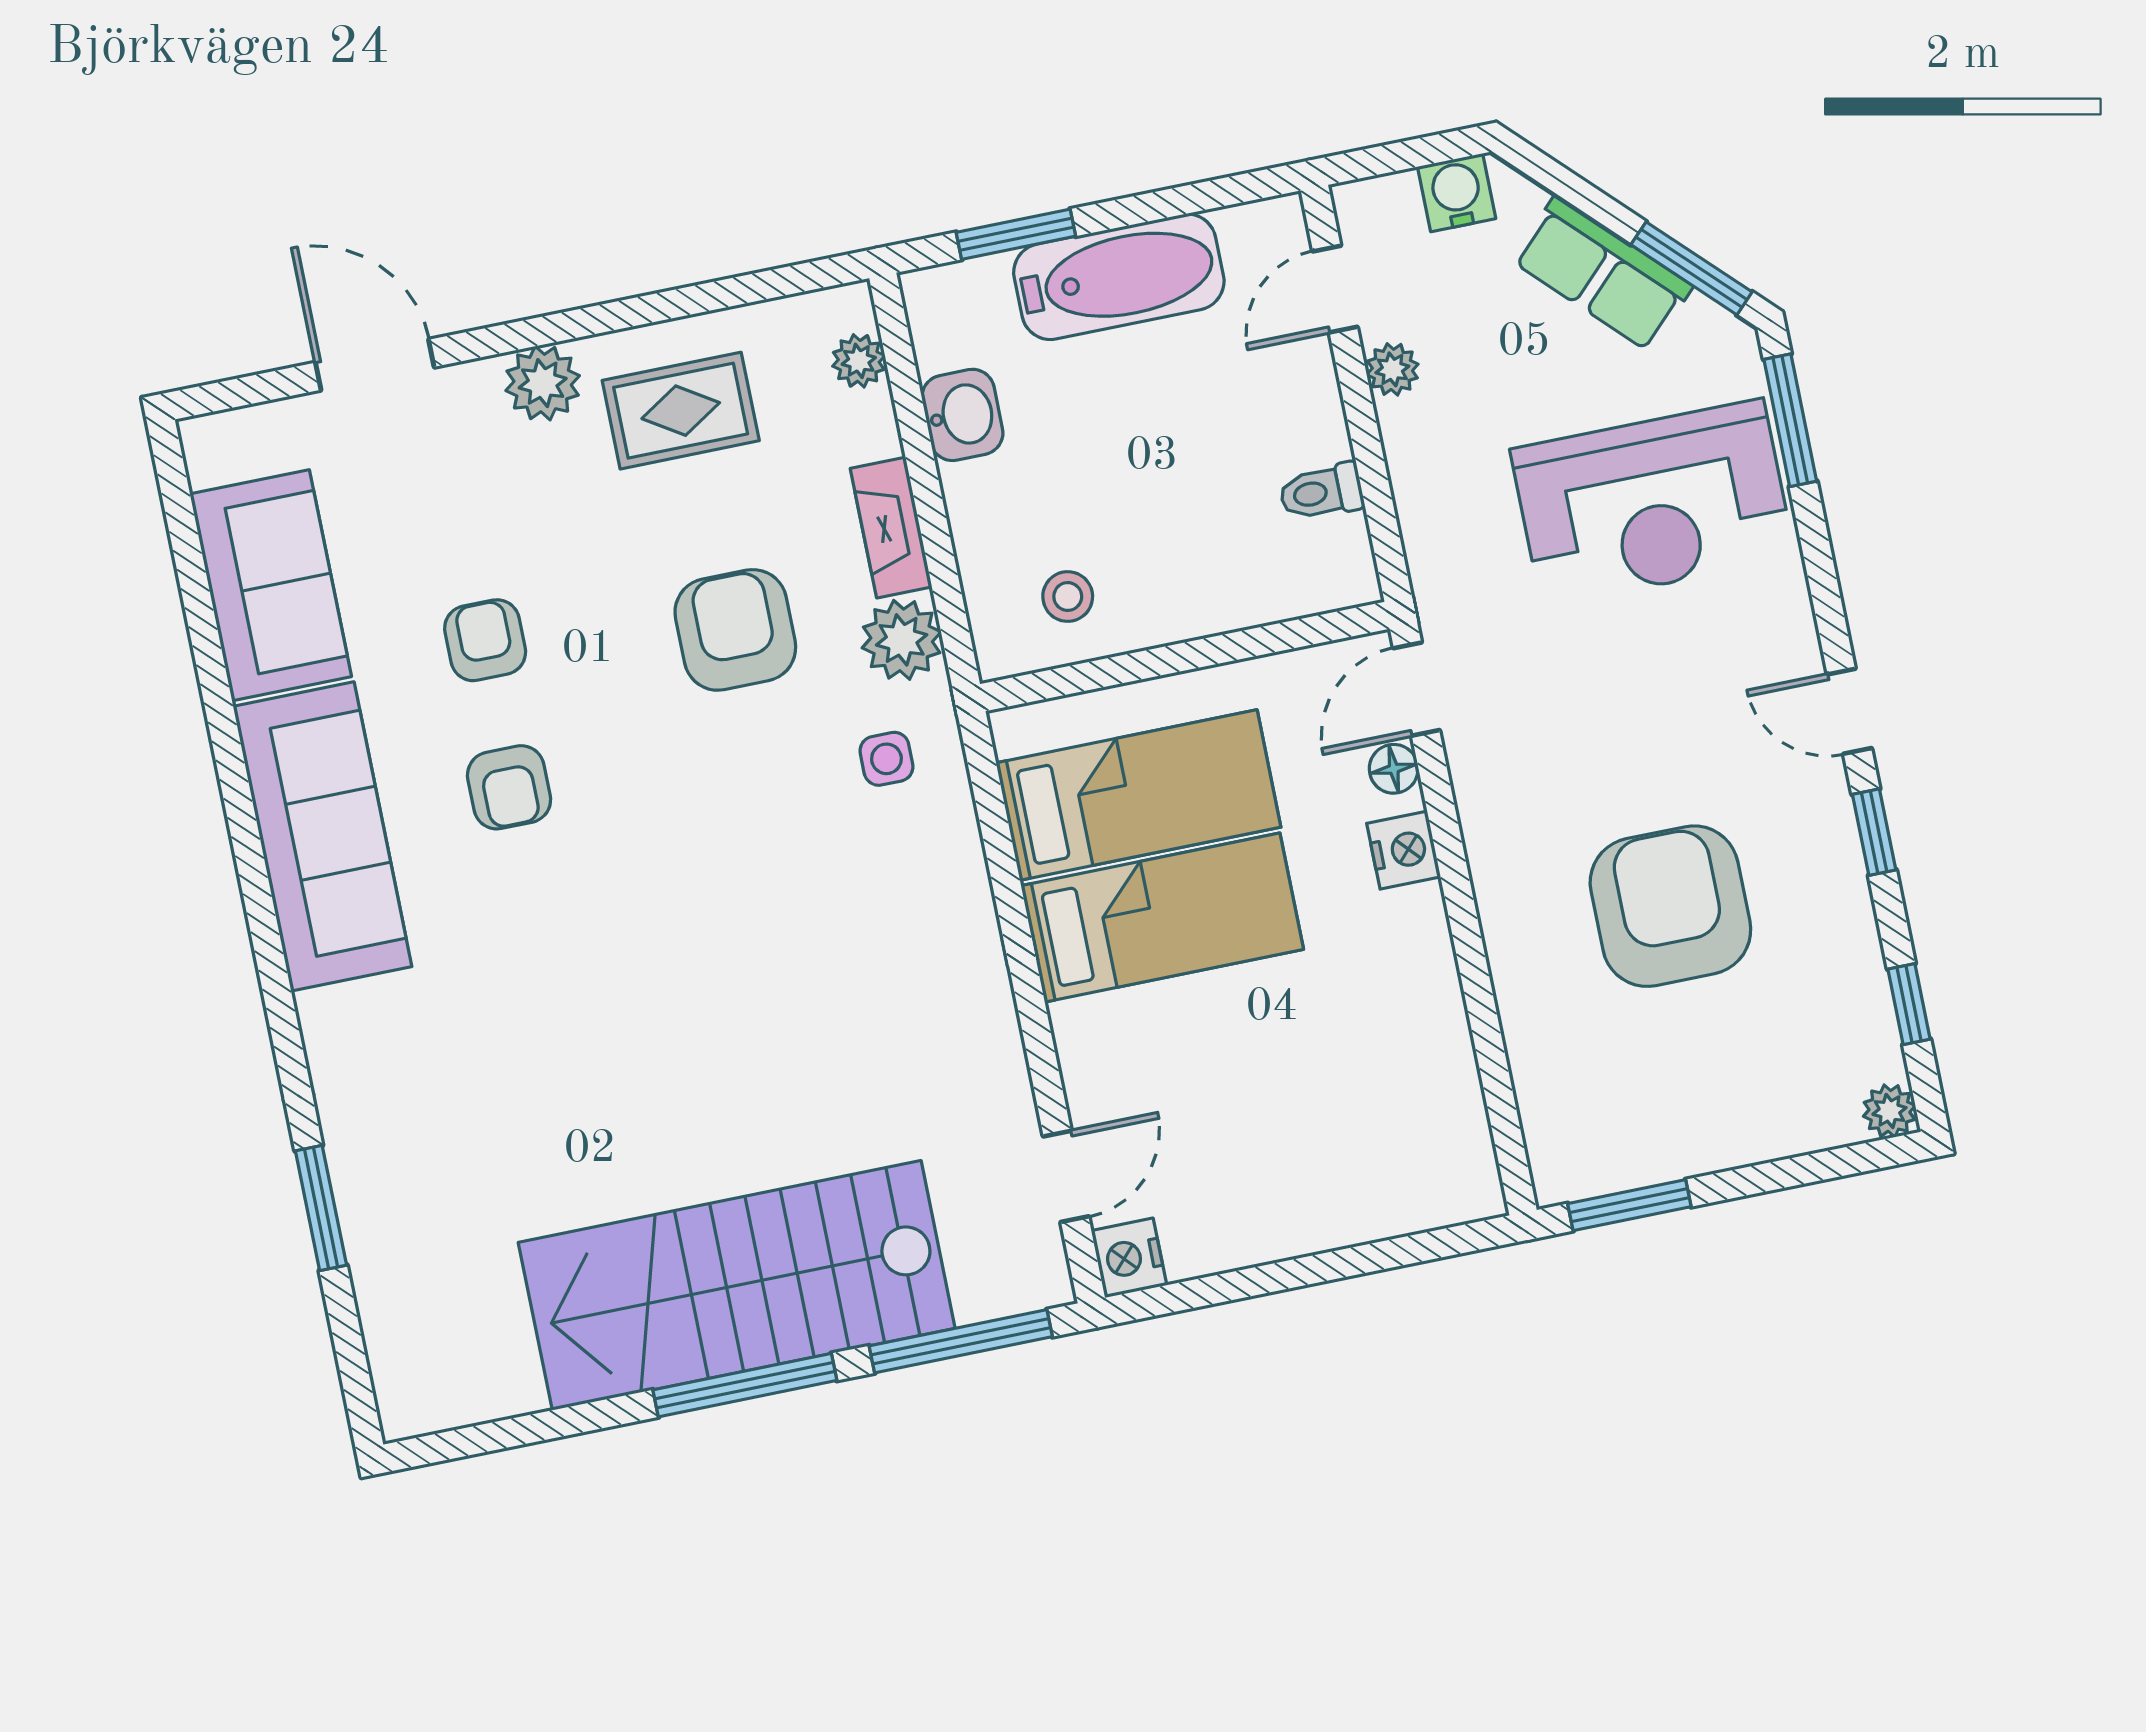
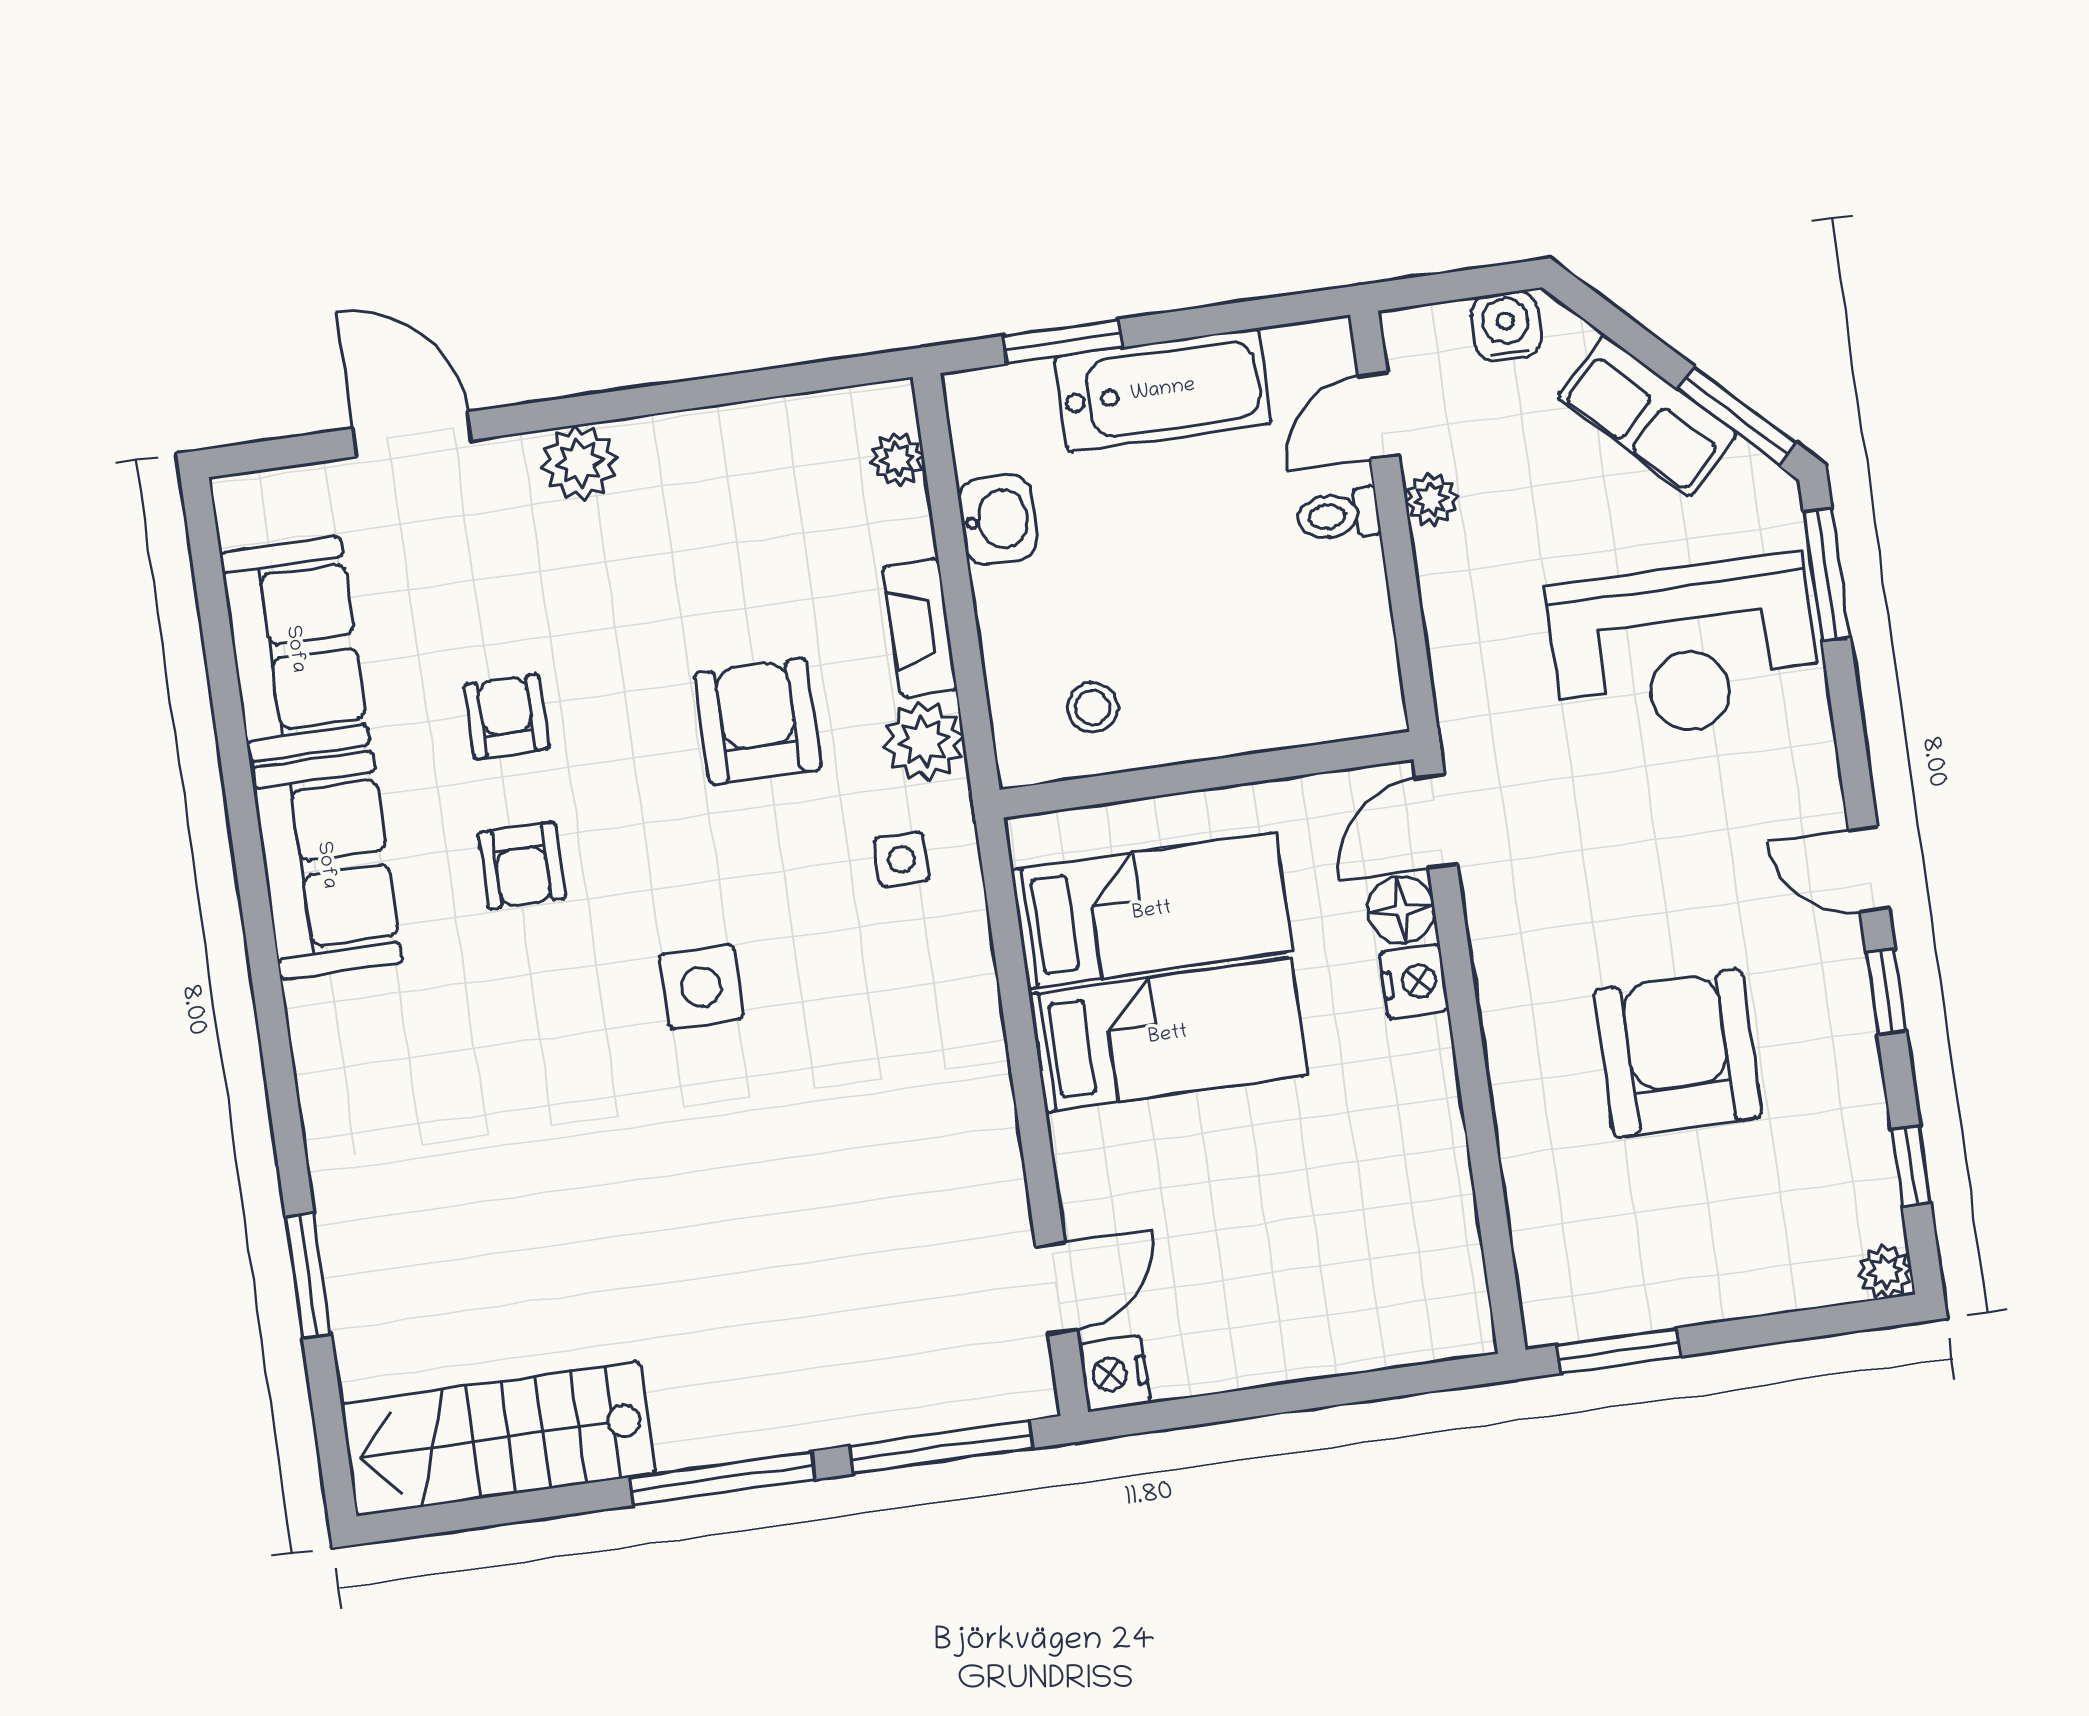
rug: (681, 411) -> (716, 498), removed
toilet: (1321, 492) -> (1338, 515), moved
floor lamp: (1394, 769) -> (1401, 910), width x1.37, depth x1.37
sofa: (322, 836) -> (326, 865), width x0.73
side table: (695, 897) -> (701, 987), added
stairs: (737, 1285) -> (498, 1439), moved, width x0.73, depth x0.66

